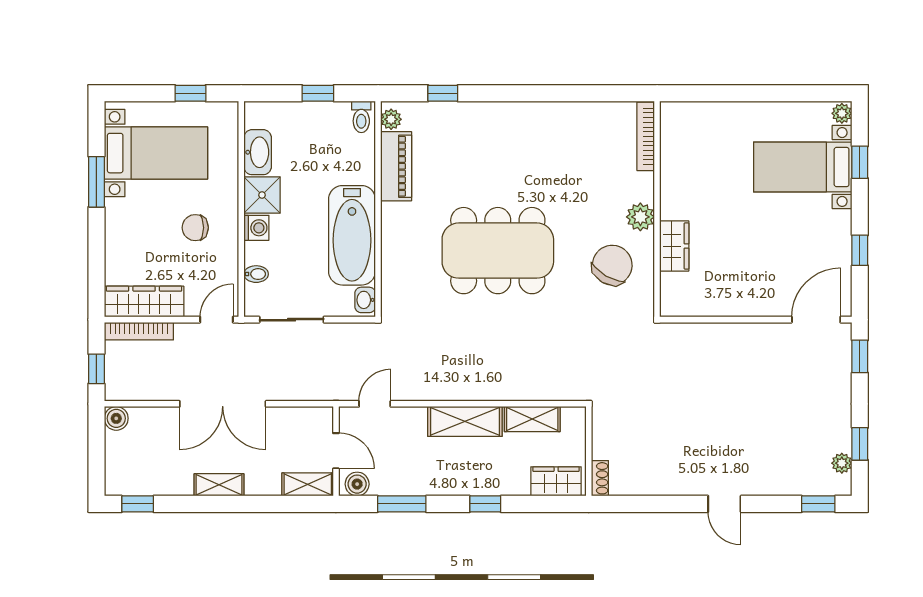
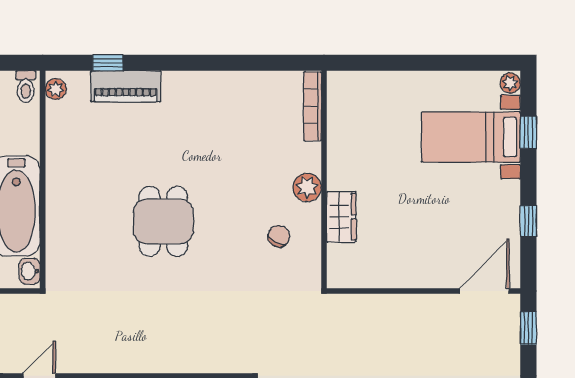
piano: (396, 166) -> (126, 86), moved, turned 90
dining table: (498, 251) -> (163, 221), width x0.53, depth x0.80
chair: (612, 265) -> (279, 236), width x0.54, depth x0.54

